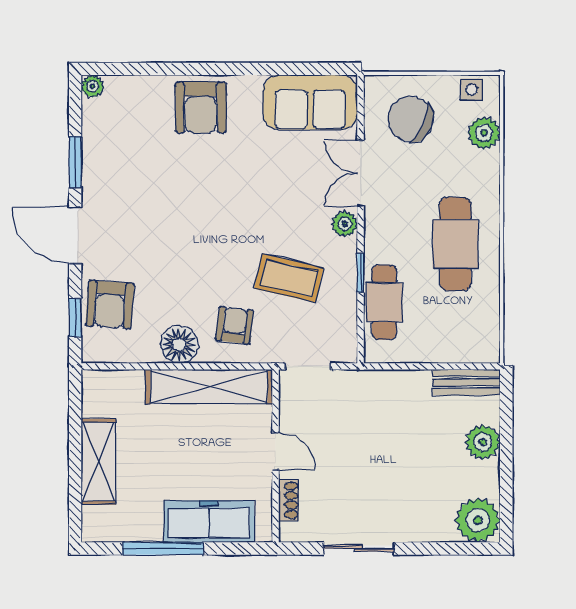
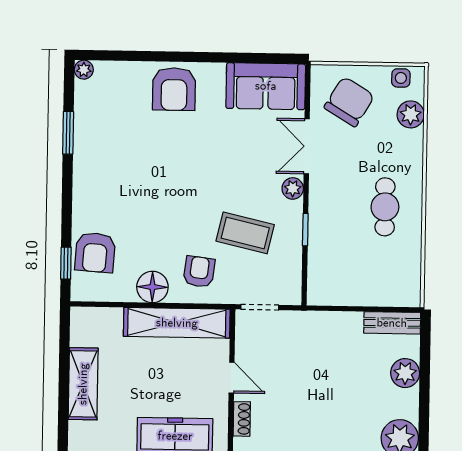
chair: (410, 119) -> (349, 102), turned 97
door: (75, 235) -> (67, 194), removed
cafe table: (455, 244) -> (385, 207), width x0.73, depth x0.74
cafe table: (384, 302) -> (325, 255), removed

